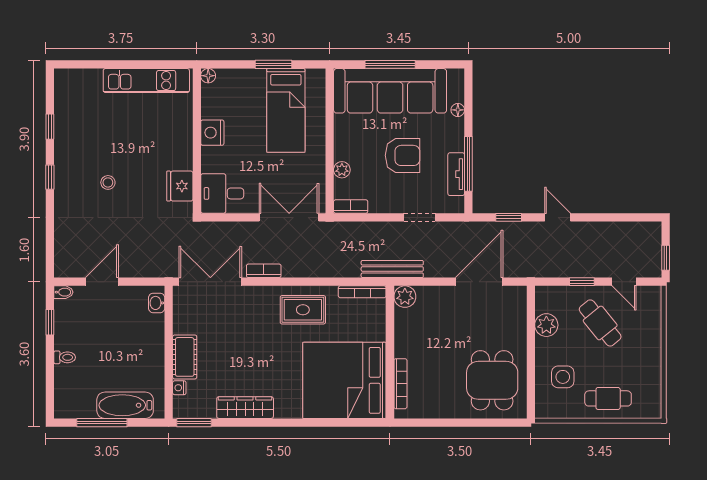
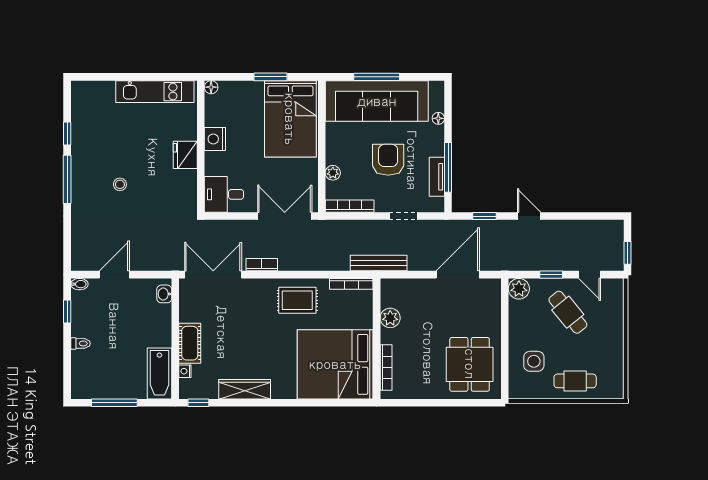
bed: (286, 110) -> (290, 119), width x1.50
armchair: (403, 155) -> (388, 160), turned -90
window: (50, 177) -> (67, 179), width x2.17
fridge: (180, 186) -> (185, 155), moved
bookcase: (351, 206) -> (350, 206), width x1.56
plant: (405, 297) -> (390, 318), moved
plant: (546, 325) -> (519, 289), moved
bathtub: (125, 405) -> (159, 374), moved, turned -90
window: (194, 423) -> (198, 403), width x0.67

